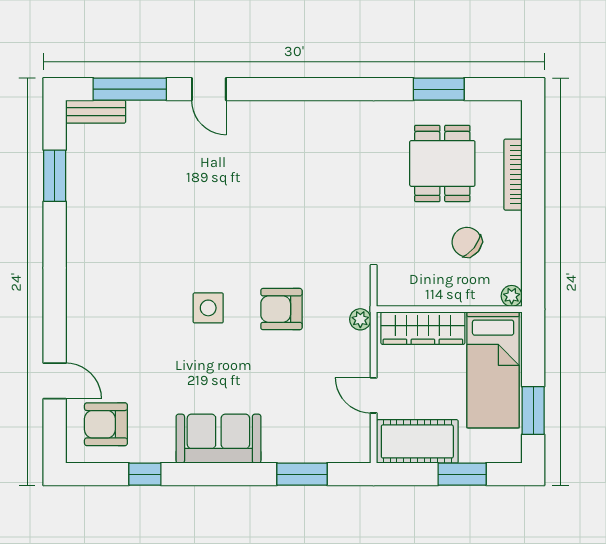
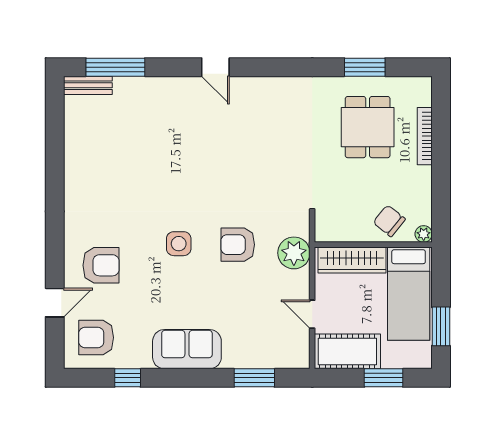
door: (209, 89) -> (215, 67), moved
window: (55, 176) -> (55, 137), removed
chair: (467, 242) -> (389, 221), moved
plant: (360, 319) -> (294, 253), width x1.87, depth x1.87
armchair: (112, 335) -> (101, 265), added
door: (55, 381) -> (55, 303), hinge flipped

